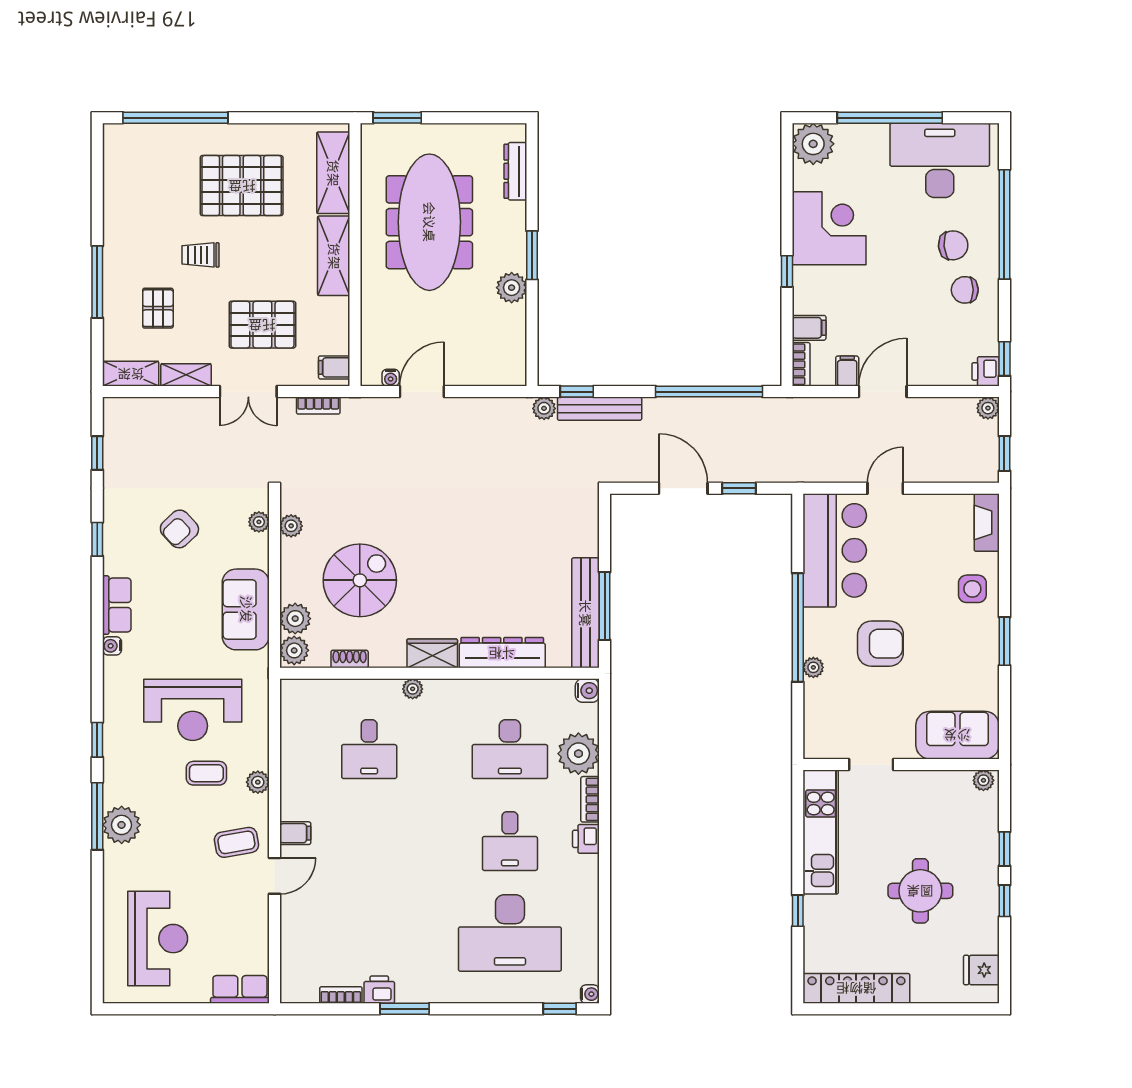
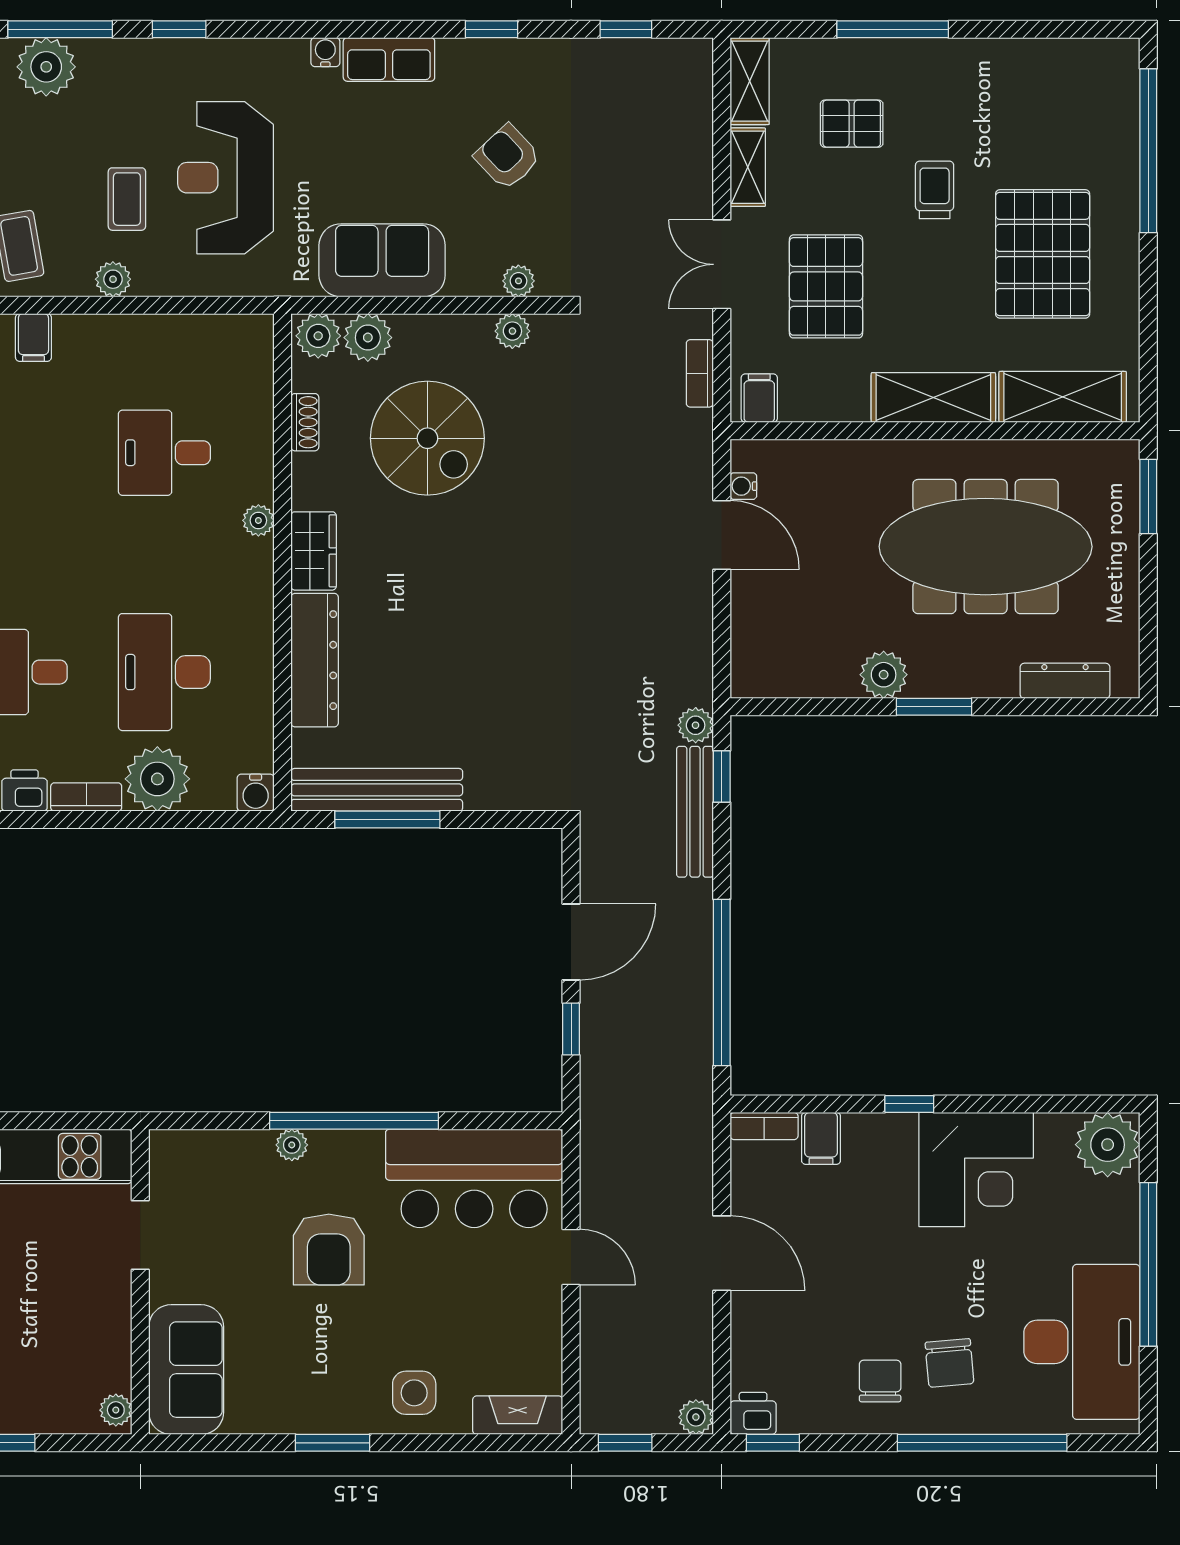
filing cabinet: (847, 371) -> (754, 1198), removed

